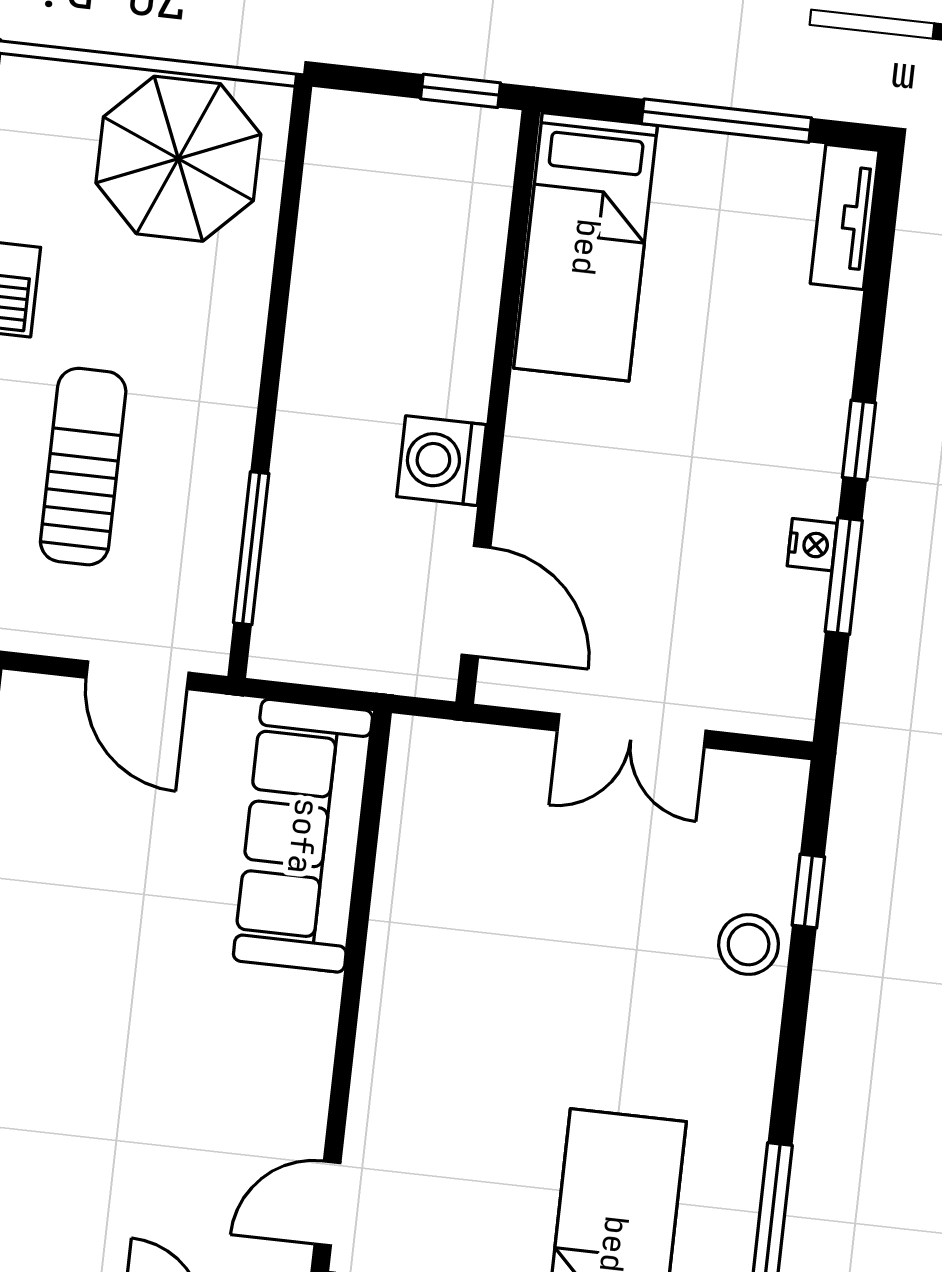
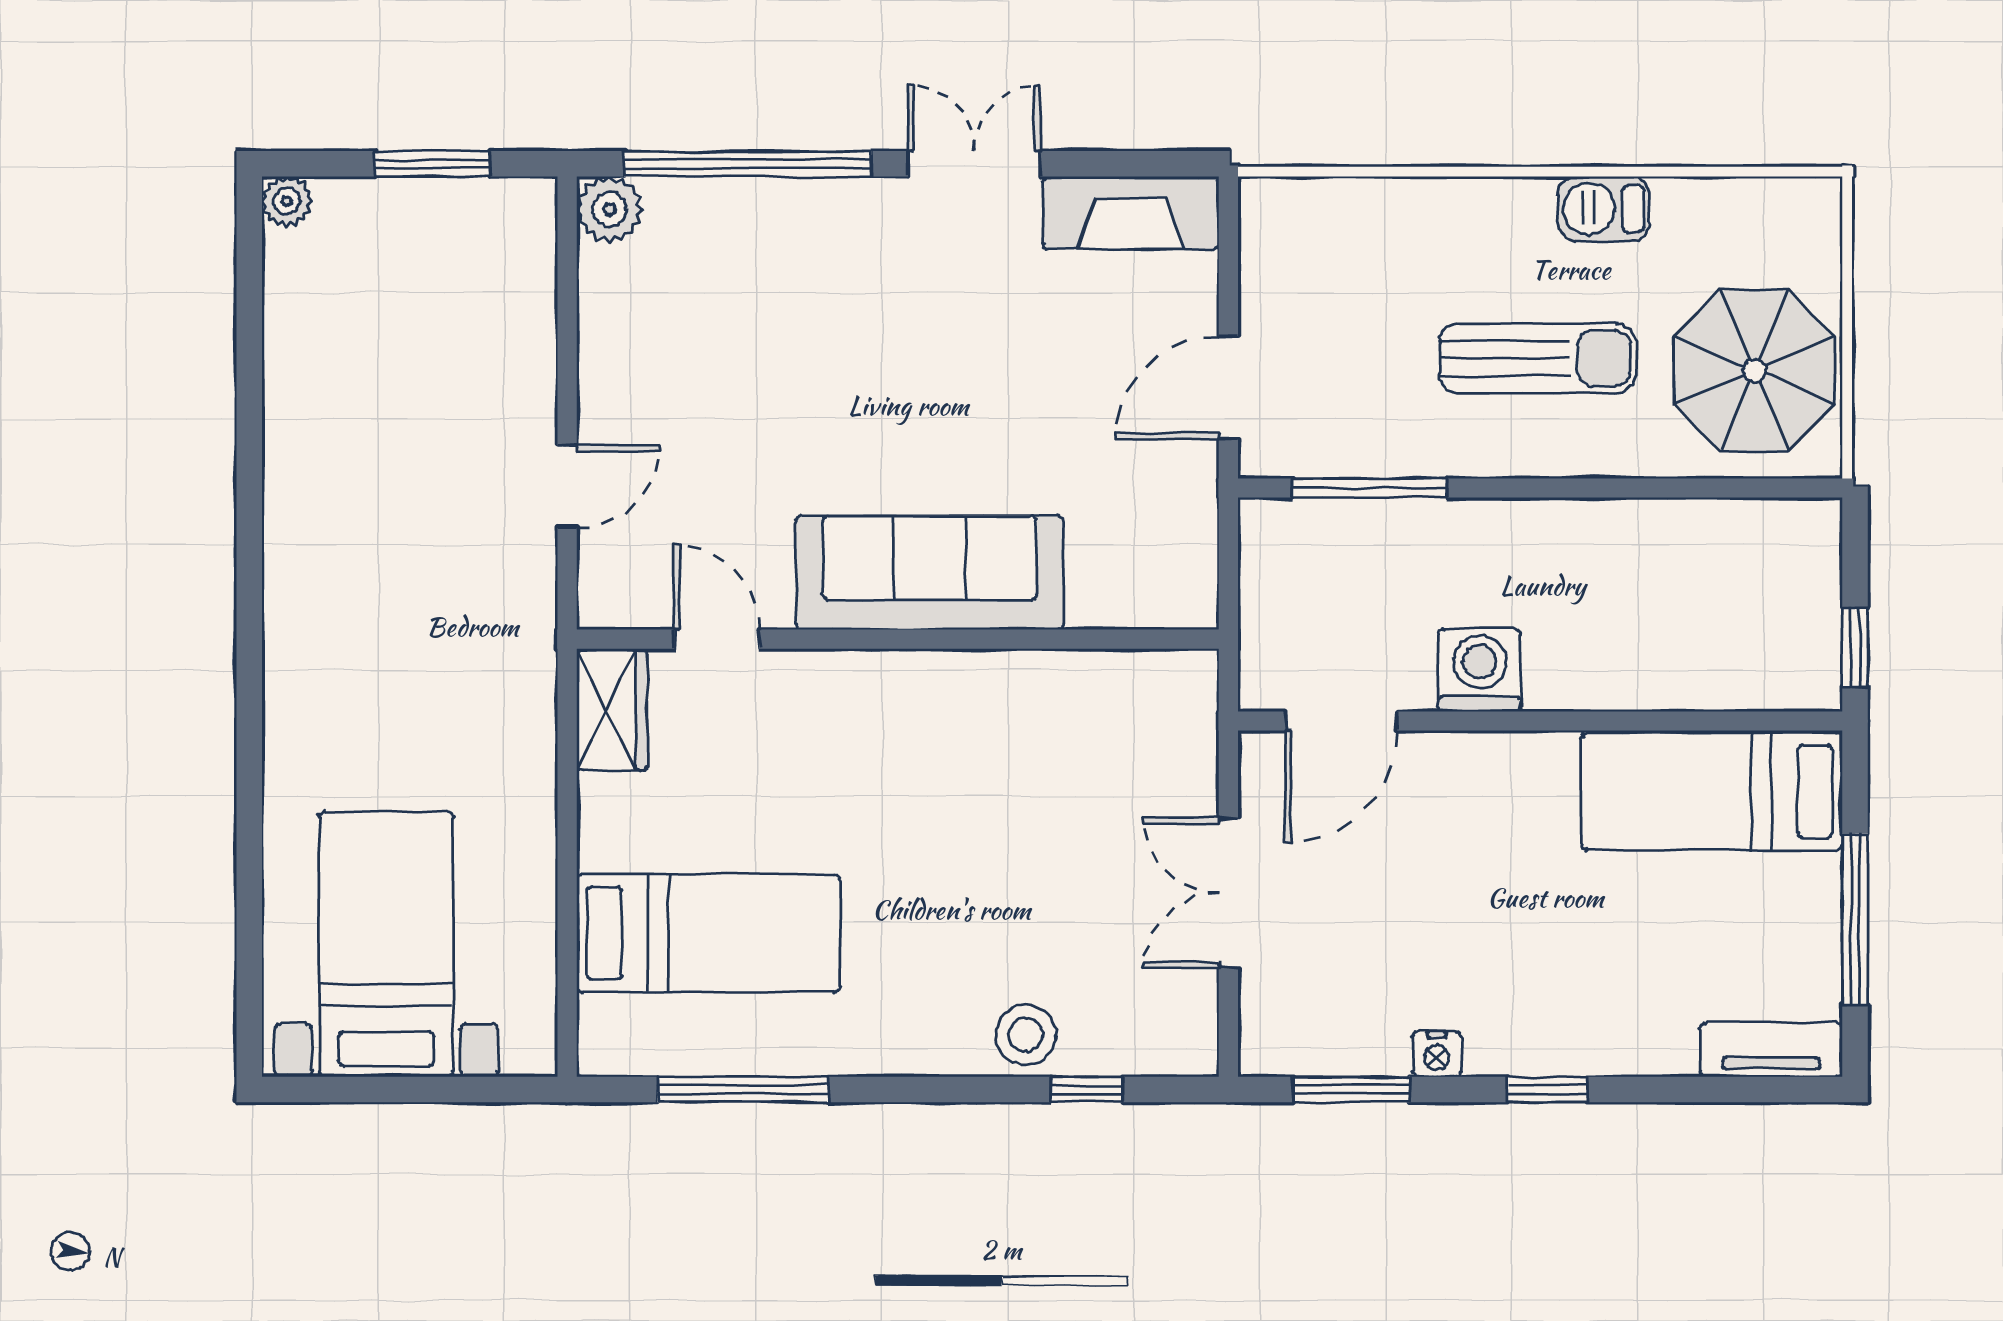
sun lounger: (83, 467) -> (1538, 358), moved
window: (844, 576) -> (1351, 1089), moved
sofa: (303, 836) -> (930, 573), moved

